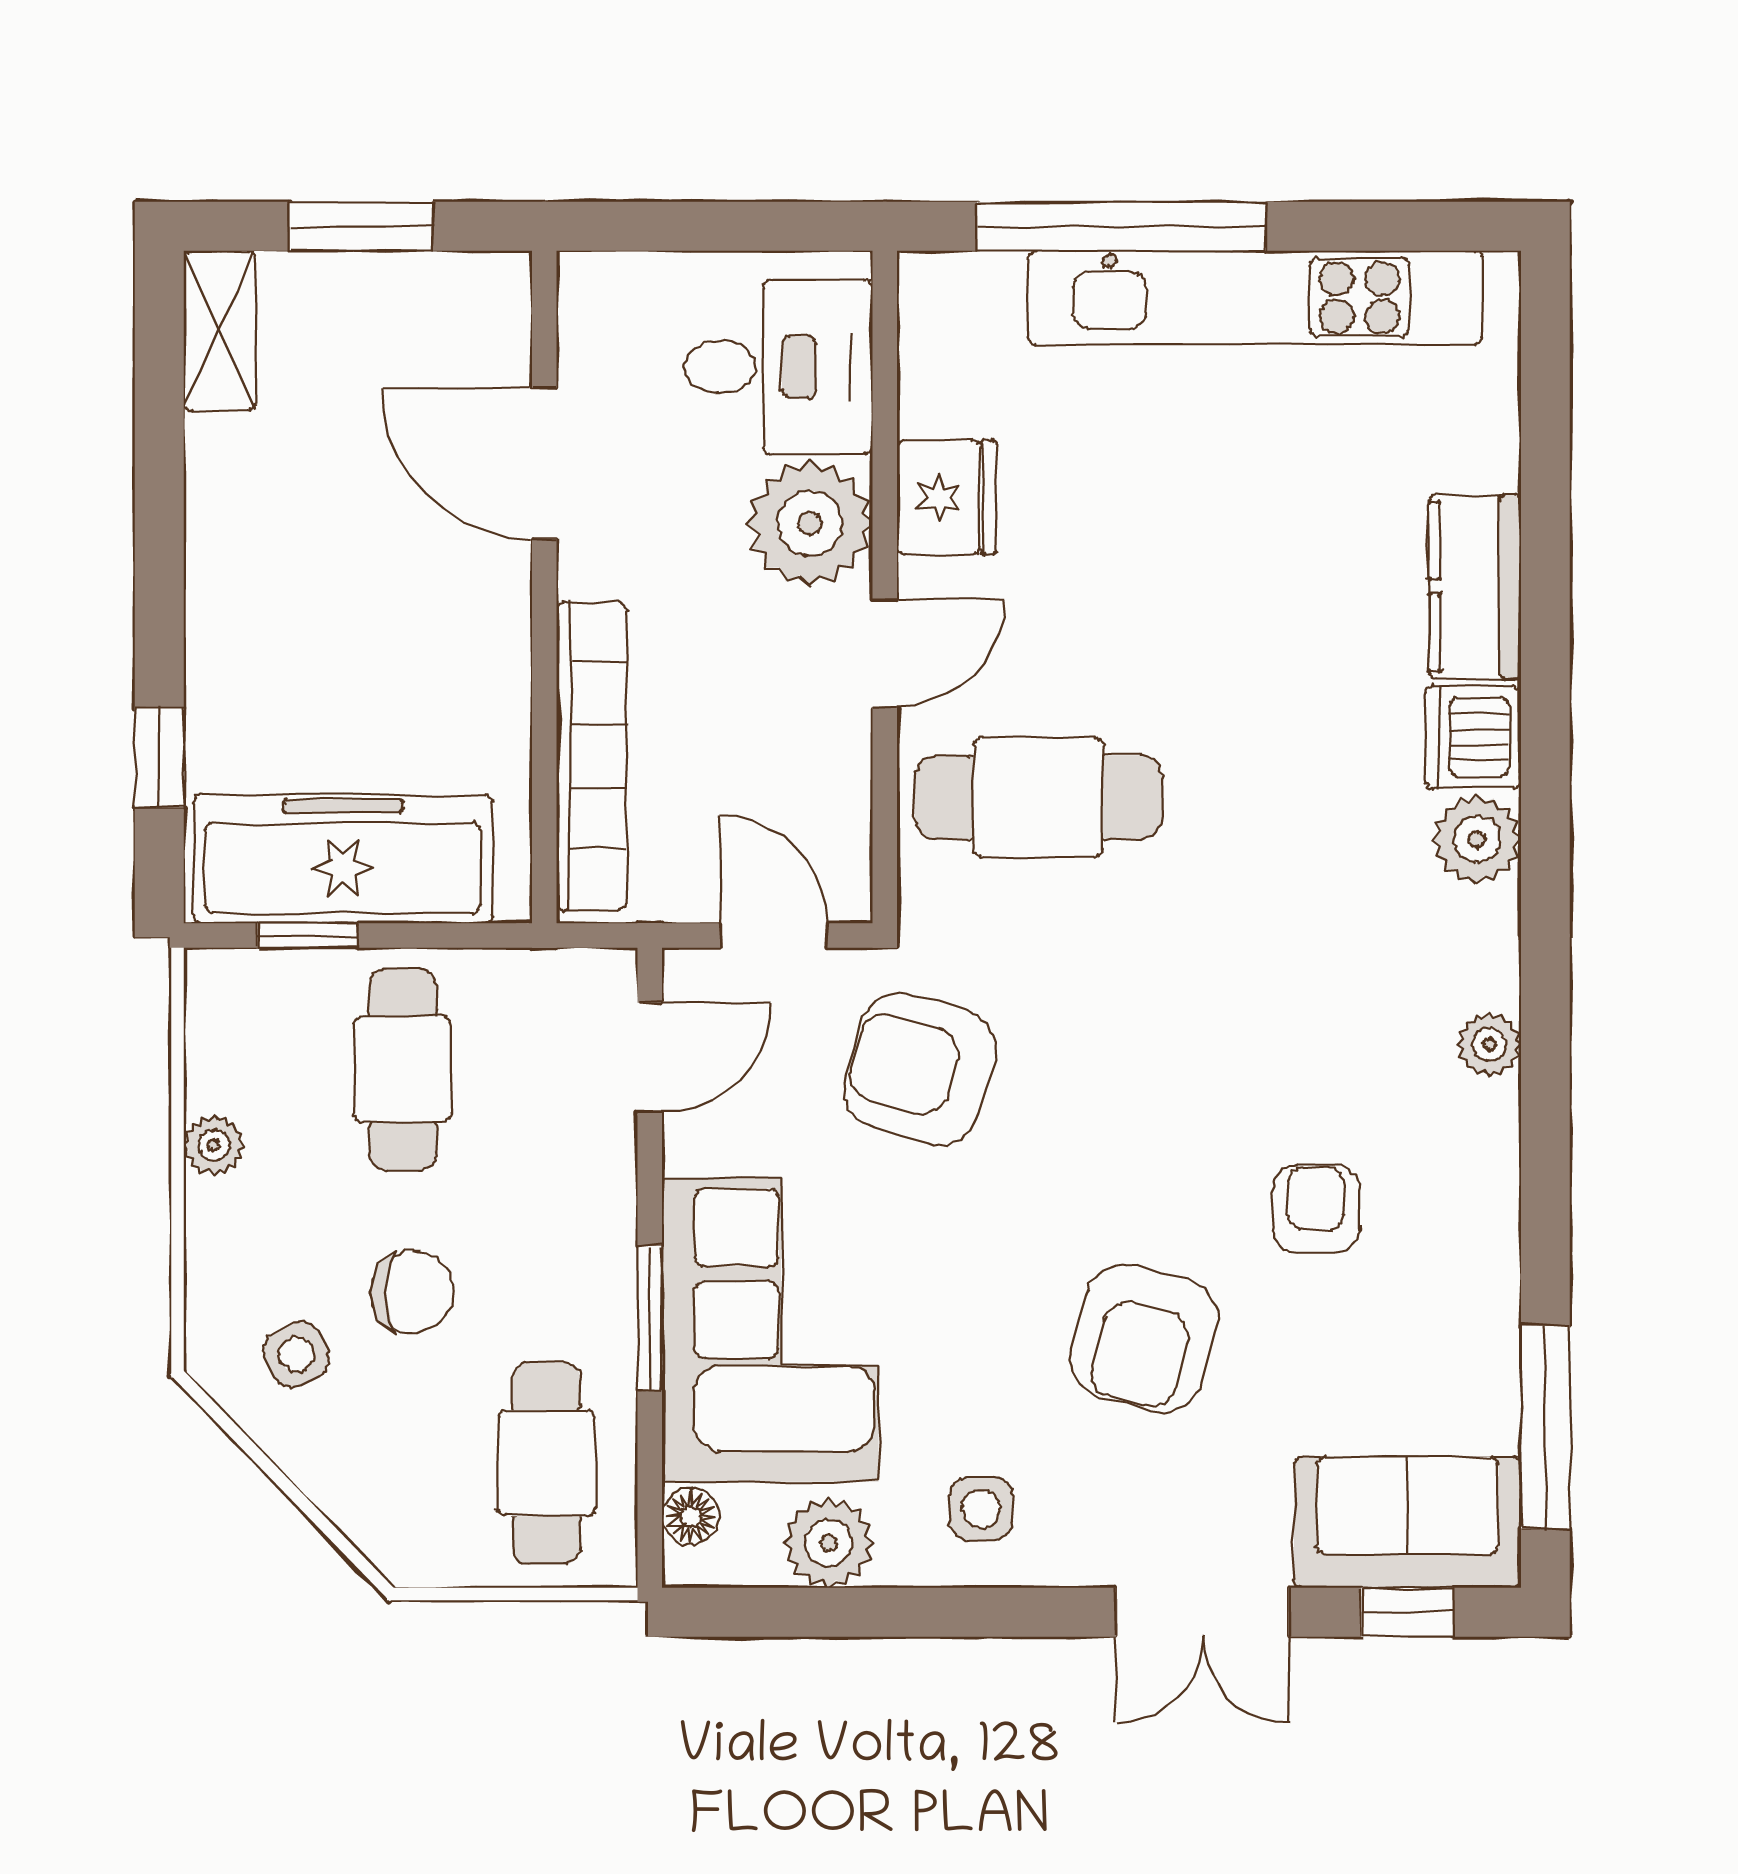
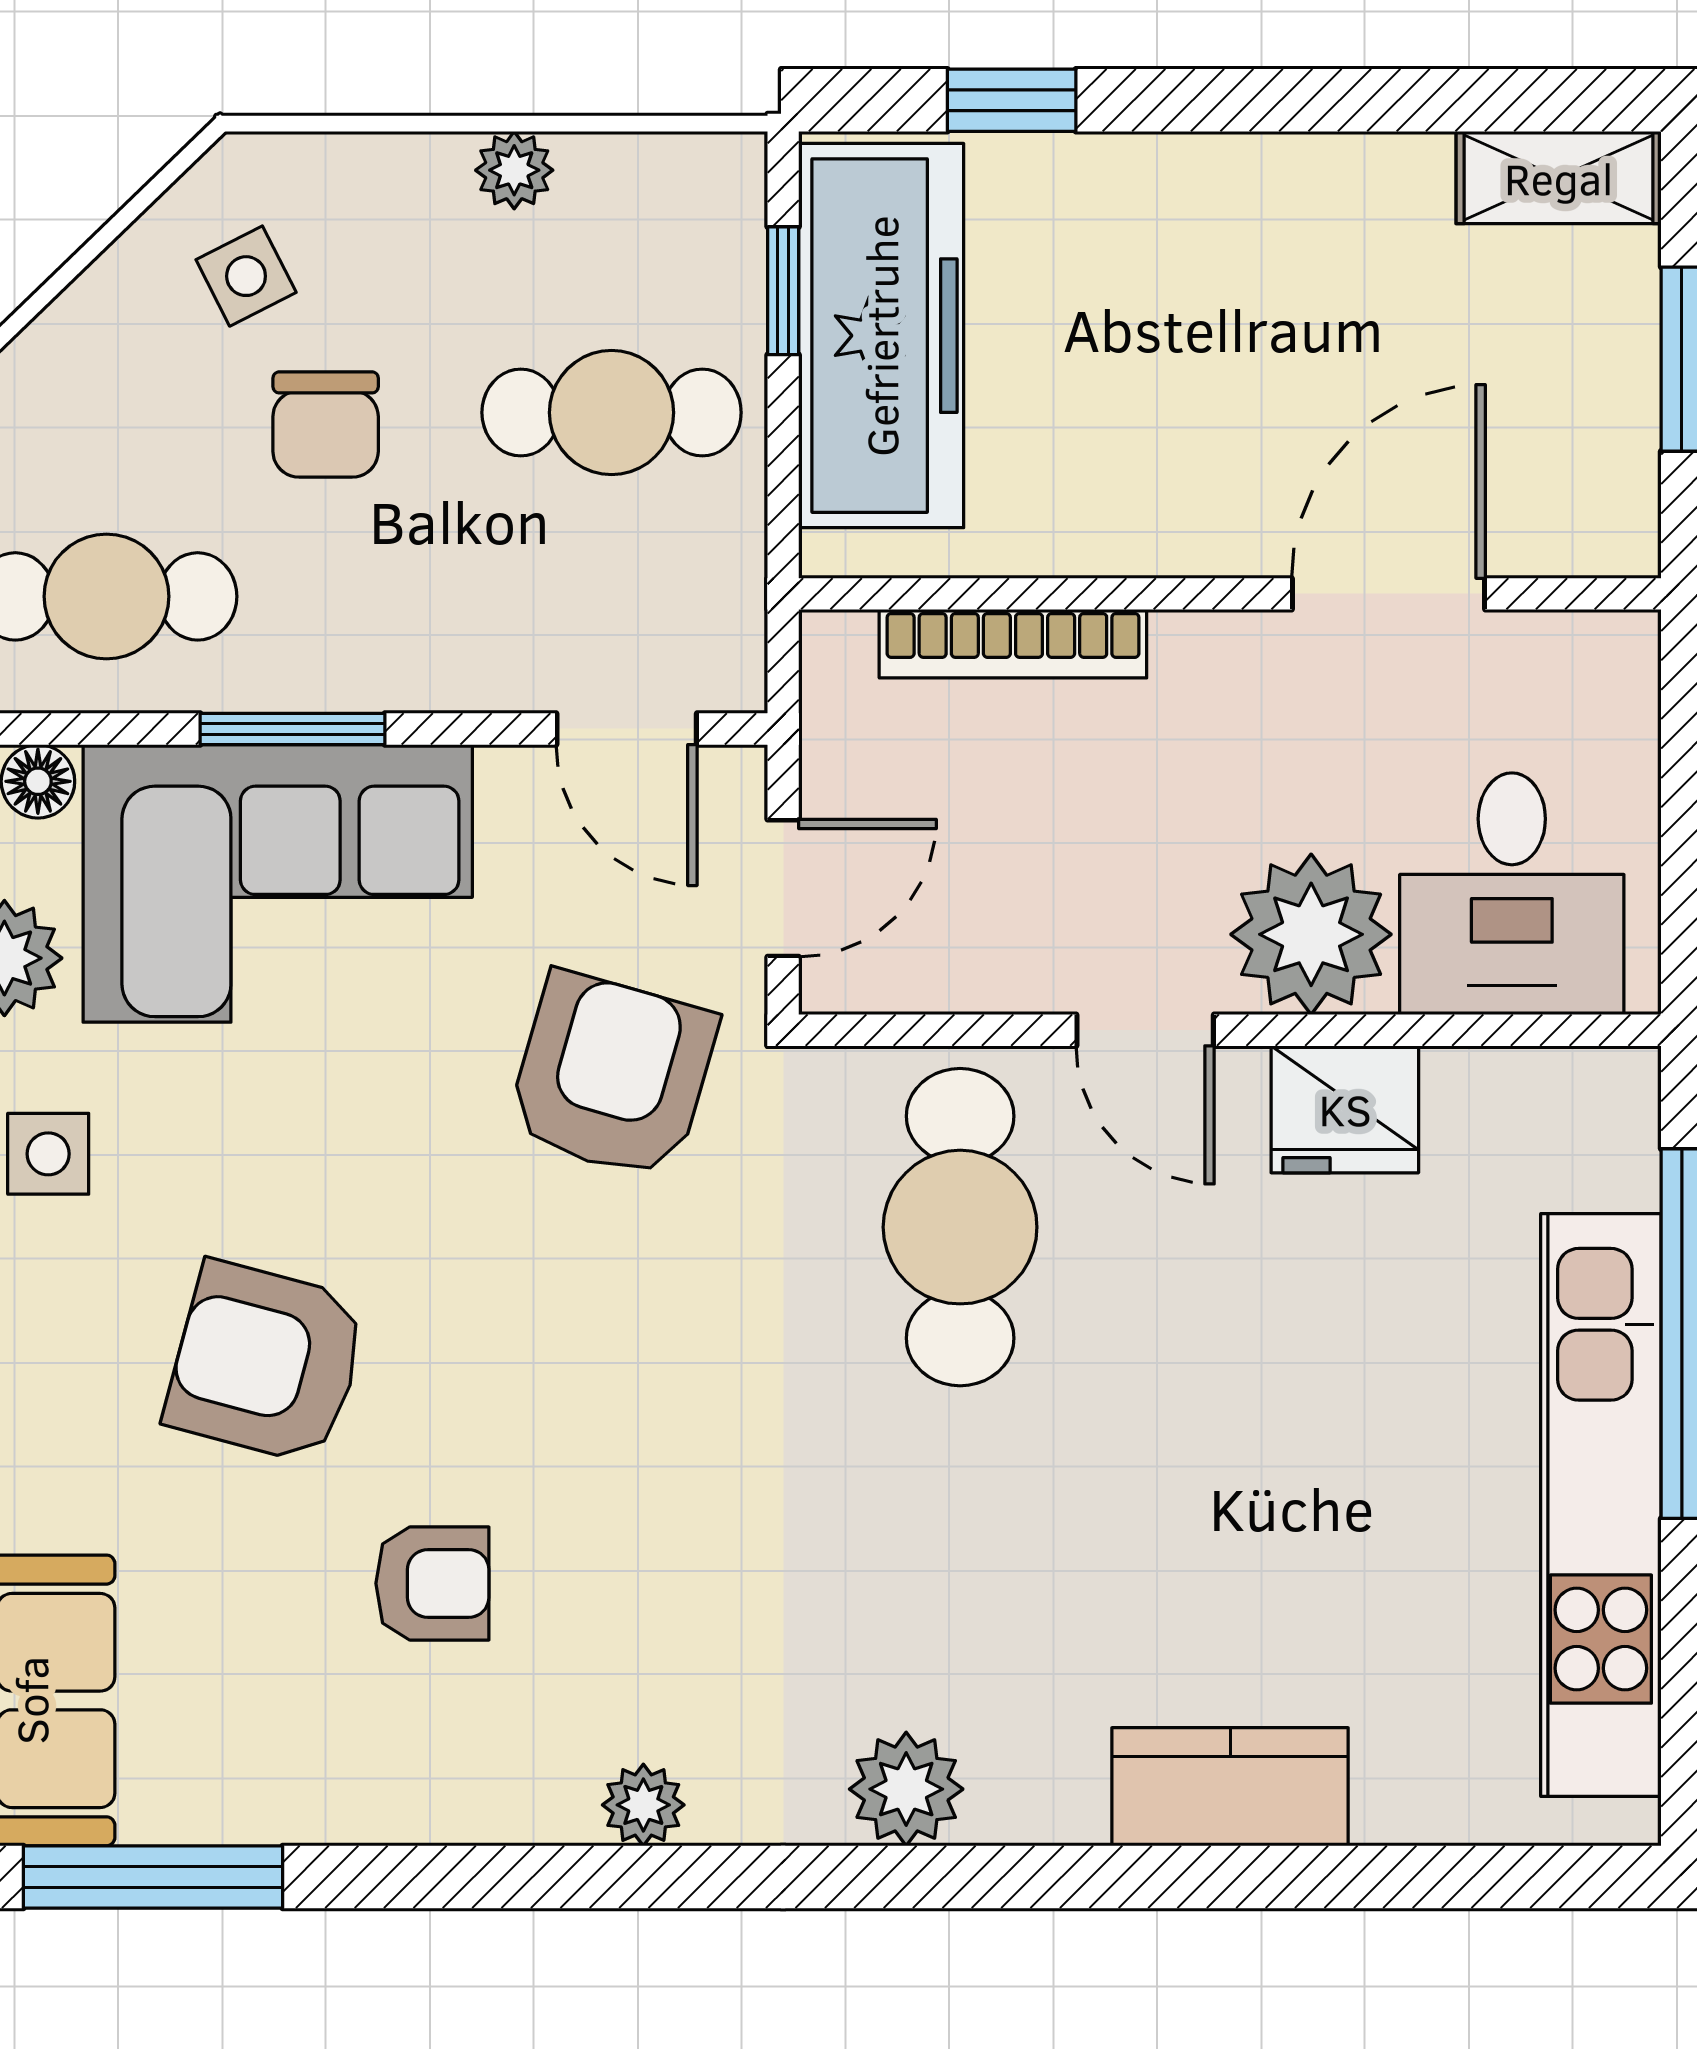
dishwasher: (1473, 737) -> (1037, 1784), removed
bookcase: (592, 756) -> (1013, 644), width x0.68, depth x0.76

